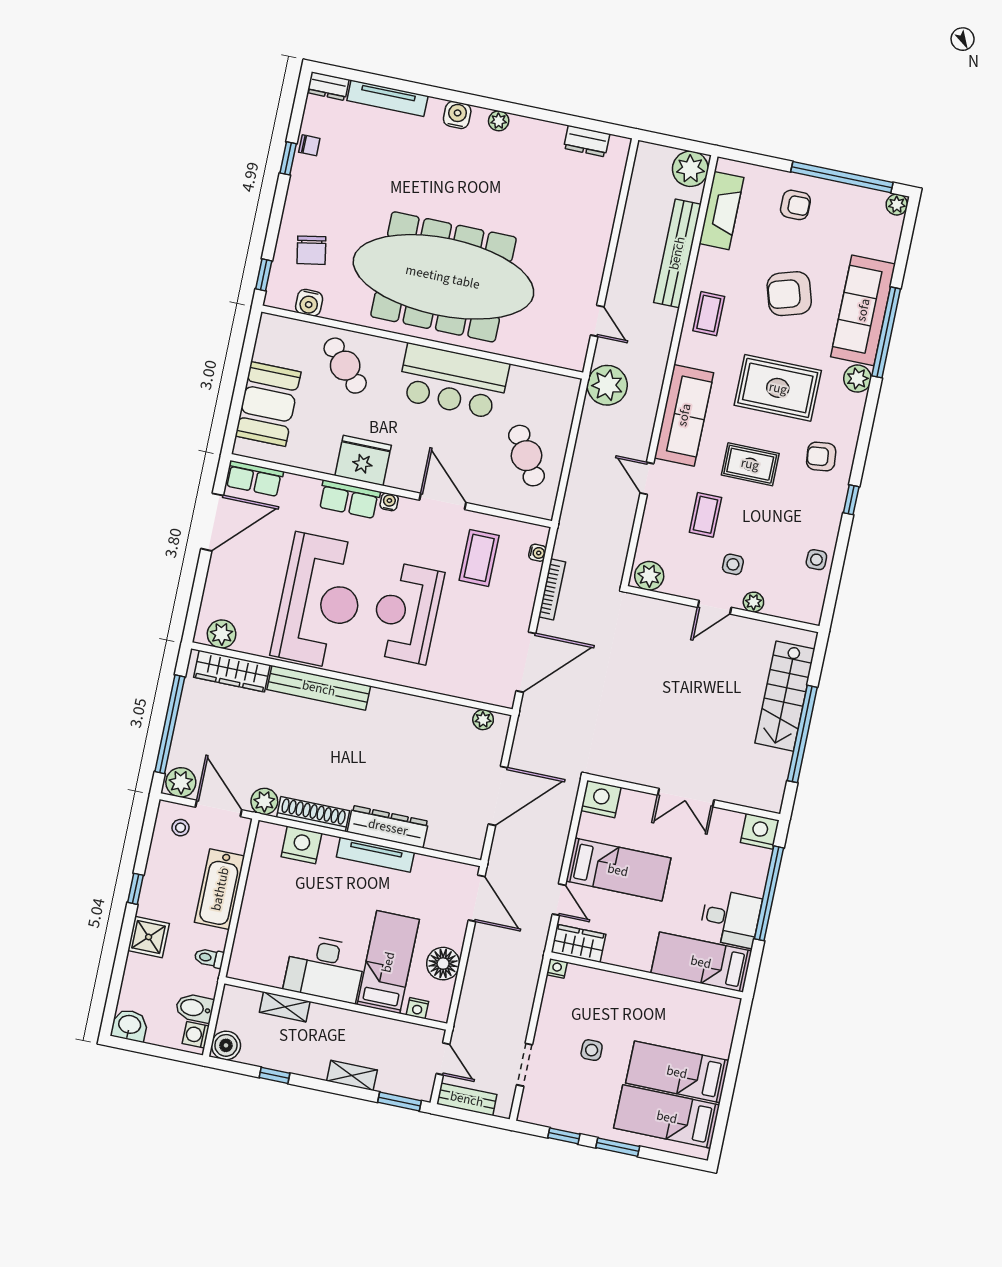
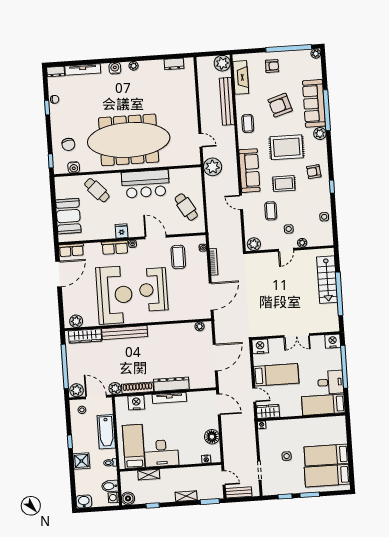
fridge: (363, 460) -> (122, 231), width x0.53, depth x0.75
bed: (388, 962) -> (134, 446), moved

